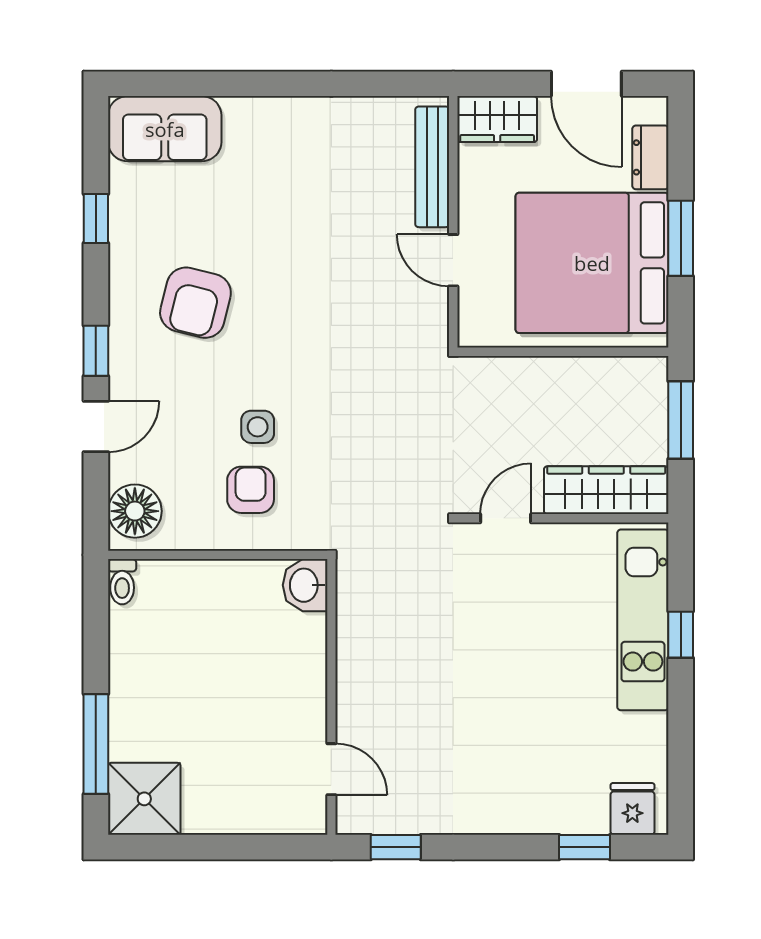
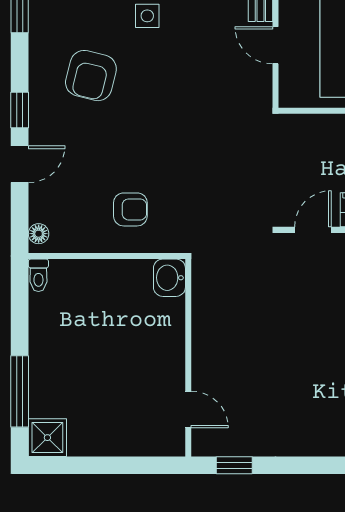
side table: (258, 427) -> (147, 16), moved
armchair: (251, 490) -> (130, 209), turned 90
floor lamp: (135, 511) -> (39, 234), width x0.53, depth x0.53
shower: (144, 799) -> (47, 438), width x0.73, depth x0.73

